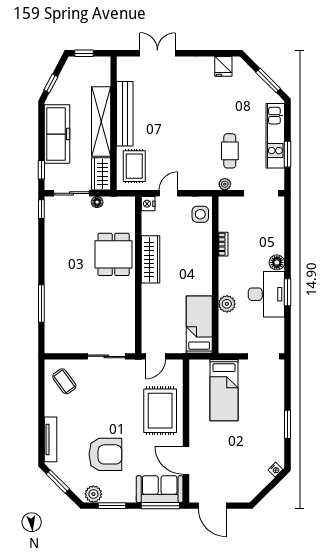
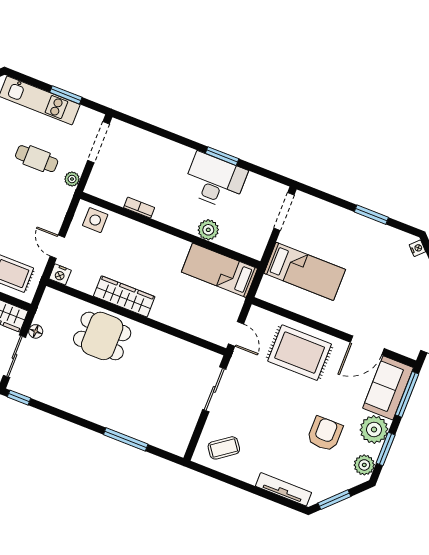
floor lamp: (277, 262) -> (184, 155), removed
armchair: (105, 454) -> (325, 434), width x0.73, depth x0.73
plant: (124, 491) -> (374, 430), added

